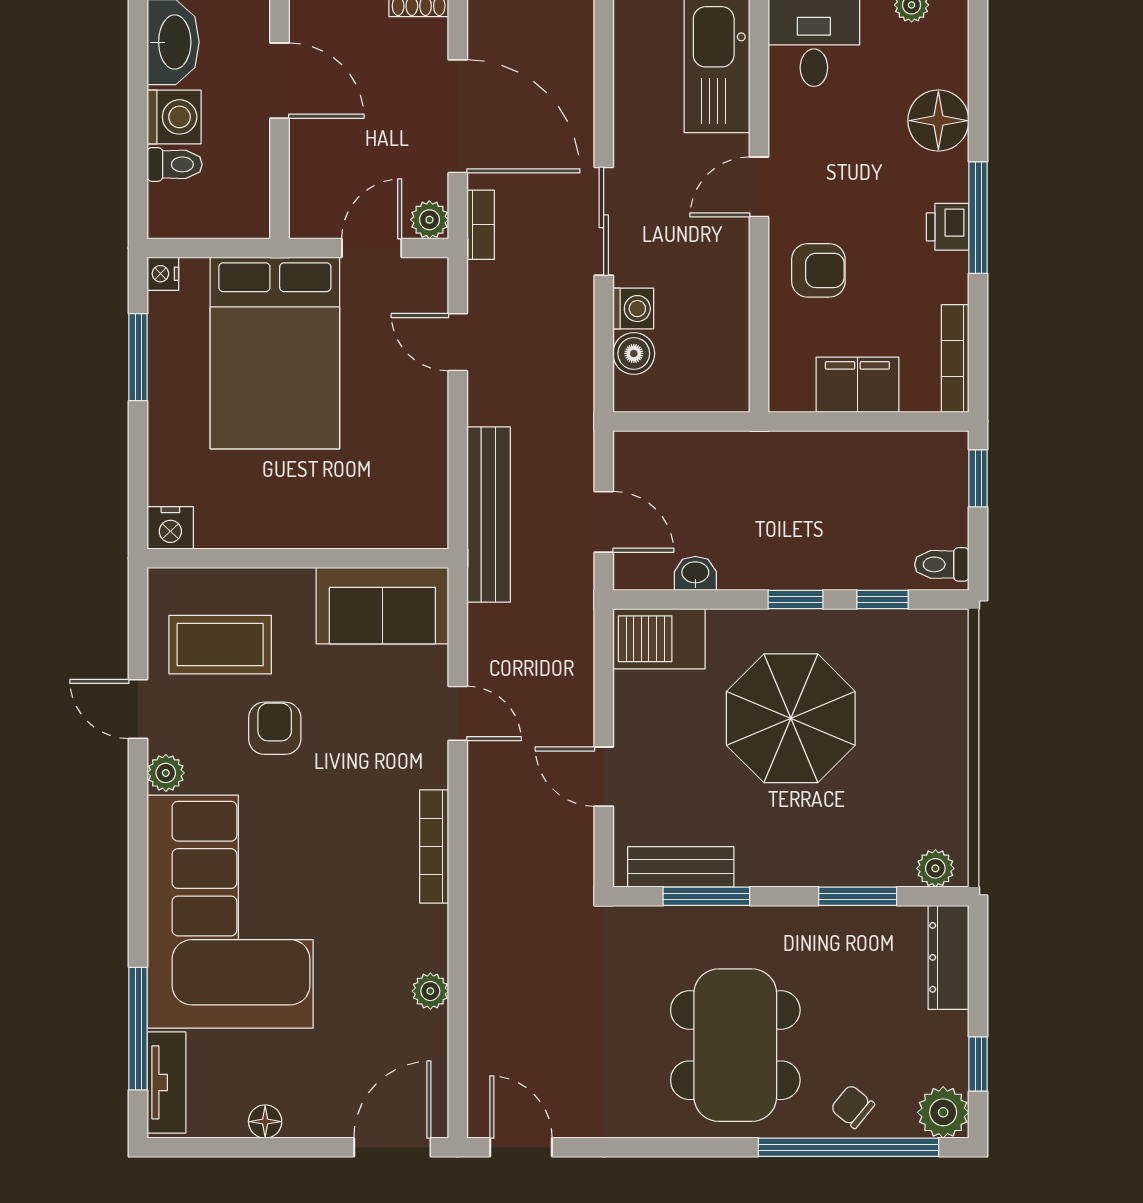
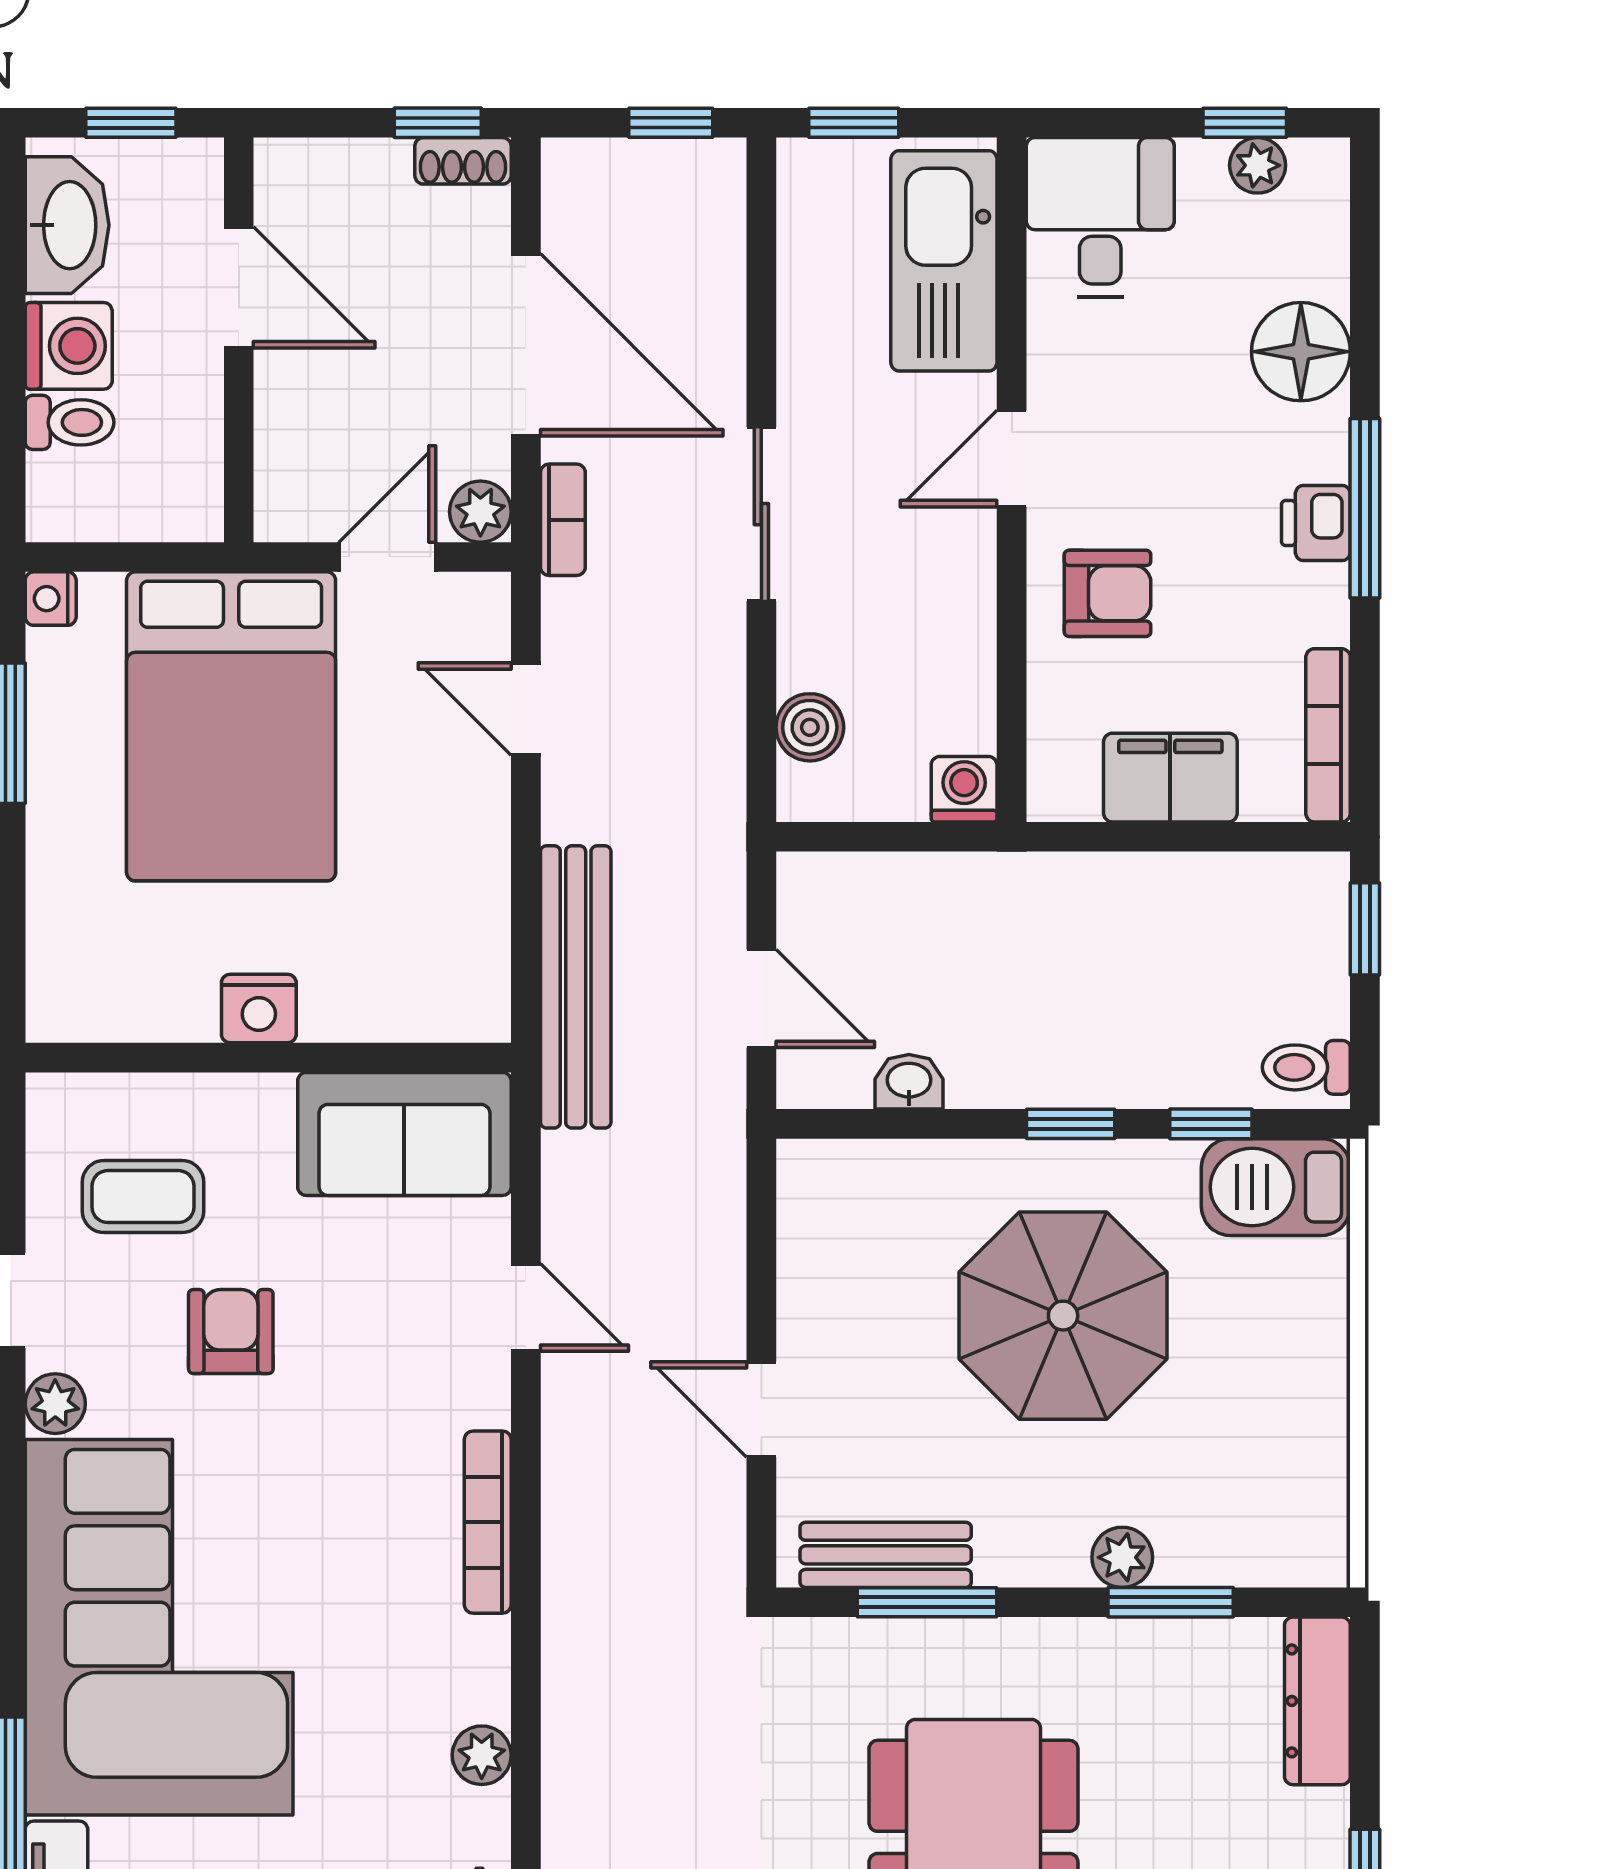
washing machine: (633, 309) -> (964, 789), moved, turned -90
nightstand: (170, 528) -> (259, 1009), moved
barbecue: (659, 639) -> (1276, 1187), moved
coffee table: (220, 645) -> (143, 1197), width x0.73, depth x0.77
plant: (935, 868) -> (1122, 1557), moved

